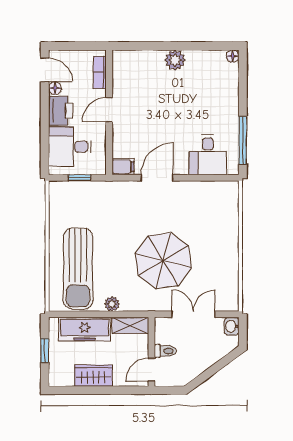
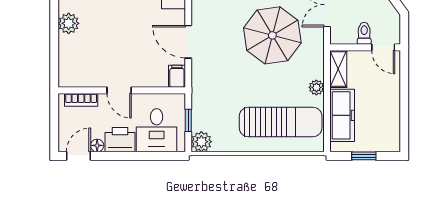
plant: (59, 191) -> (201, 142), added
wardrobe: (93, 376) -> (389, 106), removed

